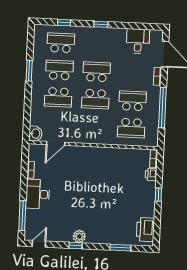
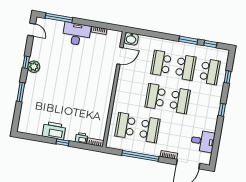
window: (30, 46) -> (210, 44), added
door: (56, 143) -> (120, 56), swing flipped
printer: (145, 230) -> (54, 131), moved
window: (120, 248) -> (21, 92), moved

